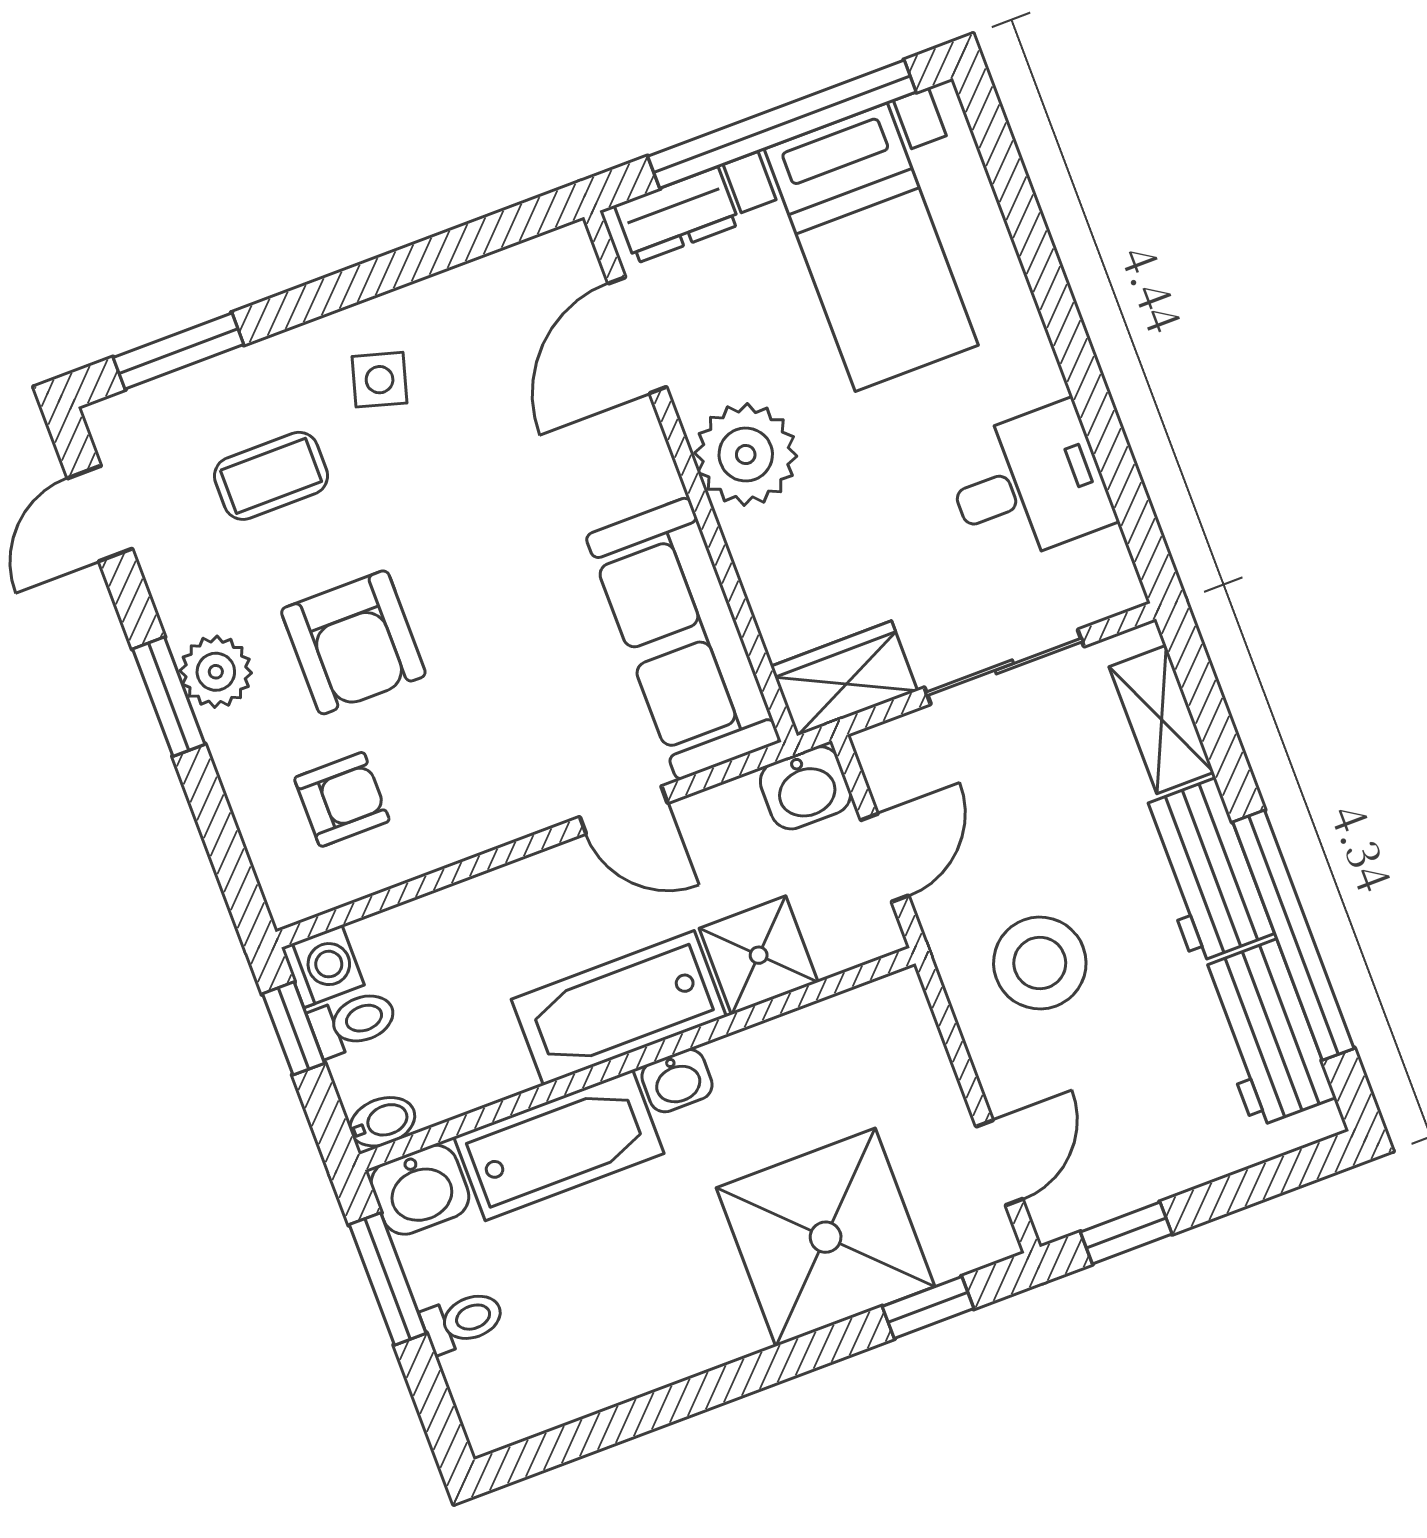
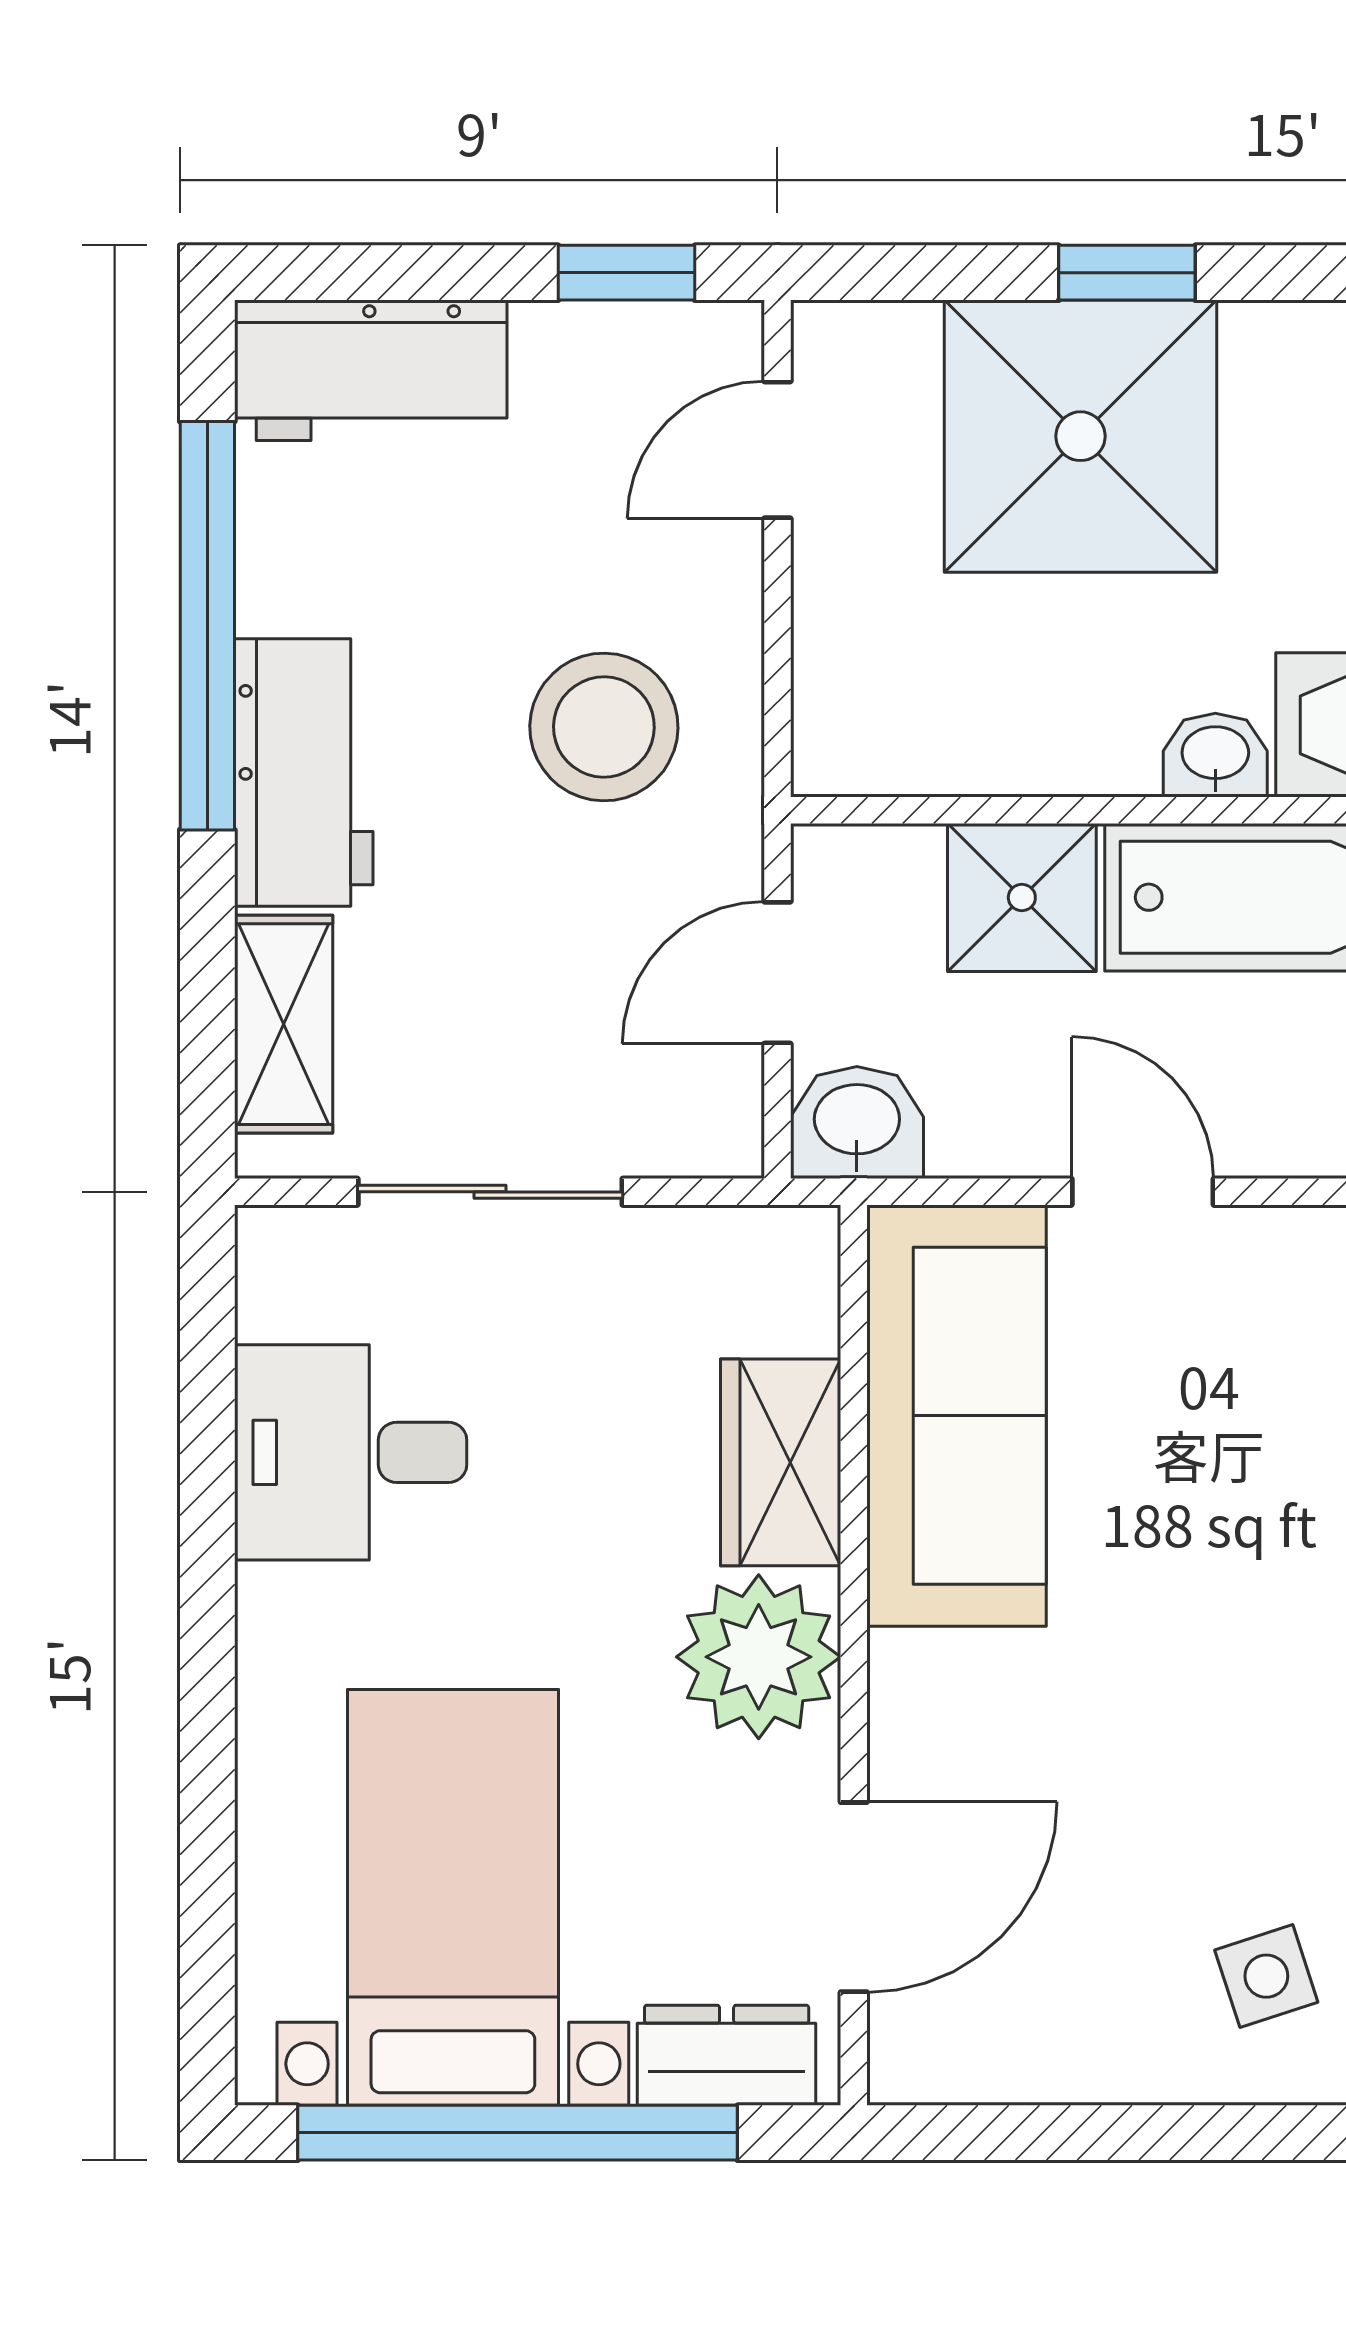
side table: (380, 380) -> (1266, 1976), turned -34
wardrobe: (844, 678) -> (781, 1462), moved, turned 90
workbench: (1265, 1034) -> (371, 370), moved, turned 90
window: (928, 1307) -> (1127, 273), moved

